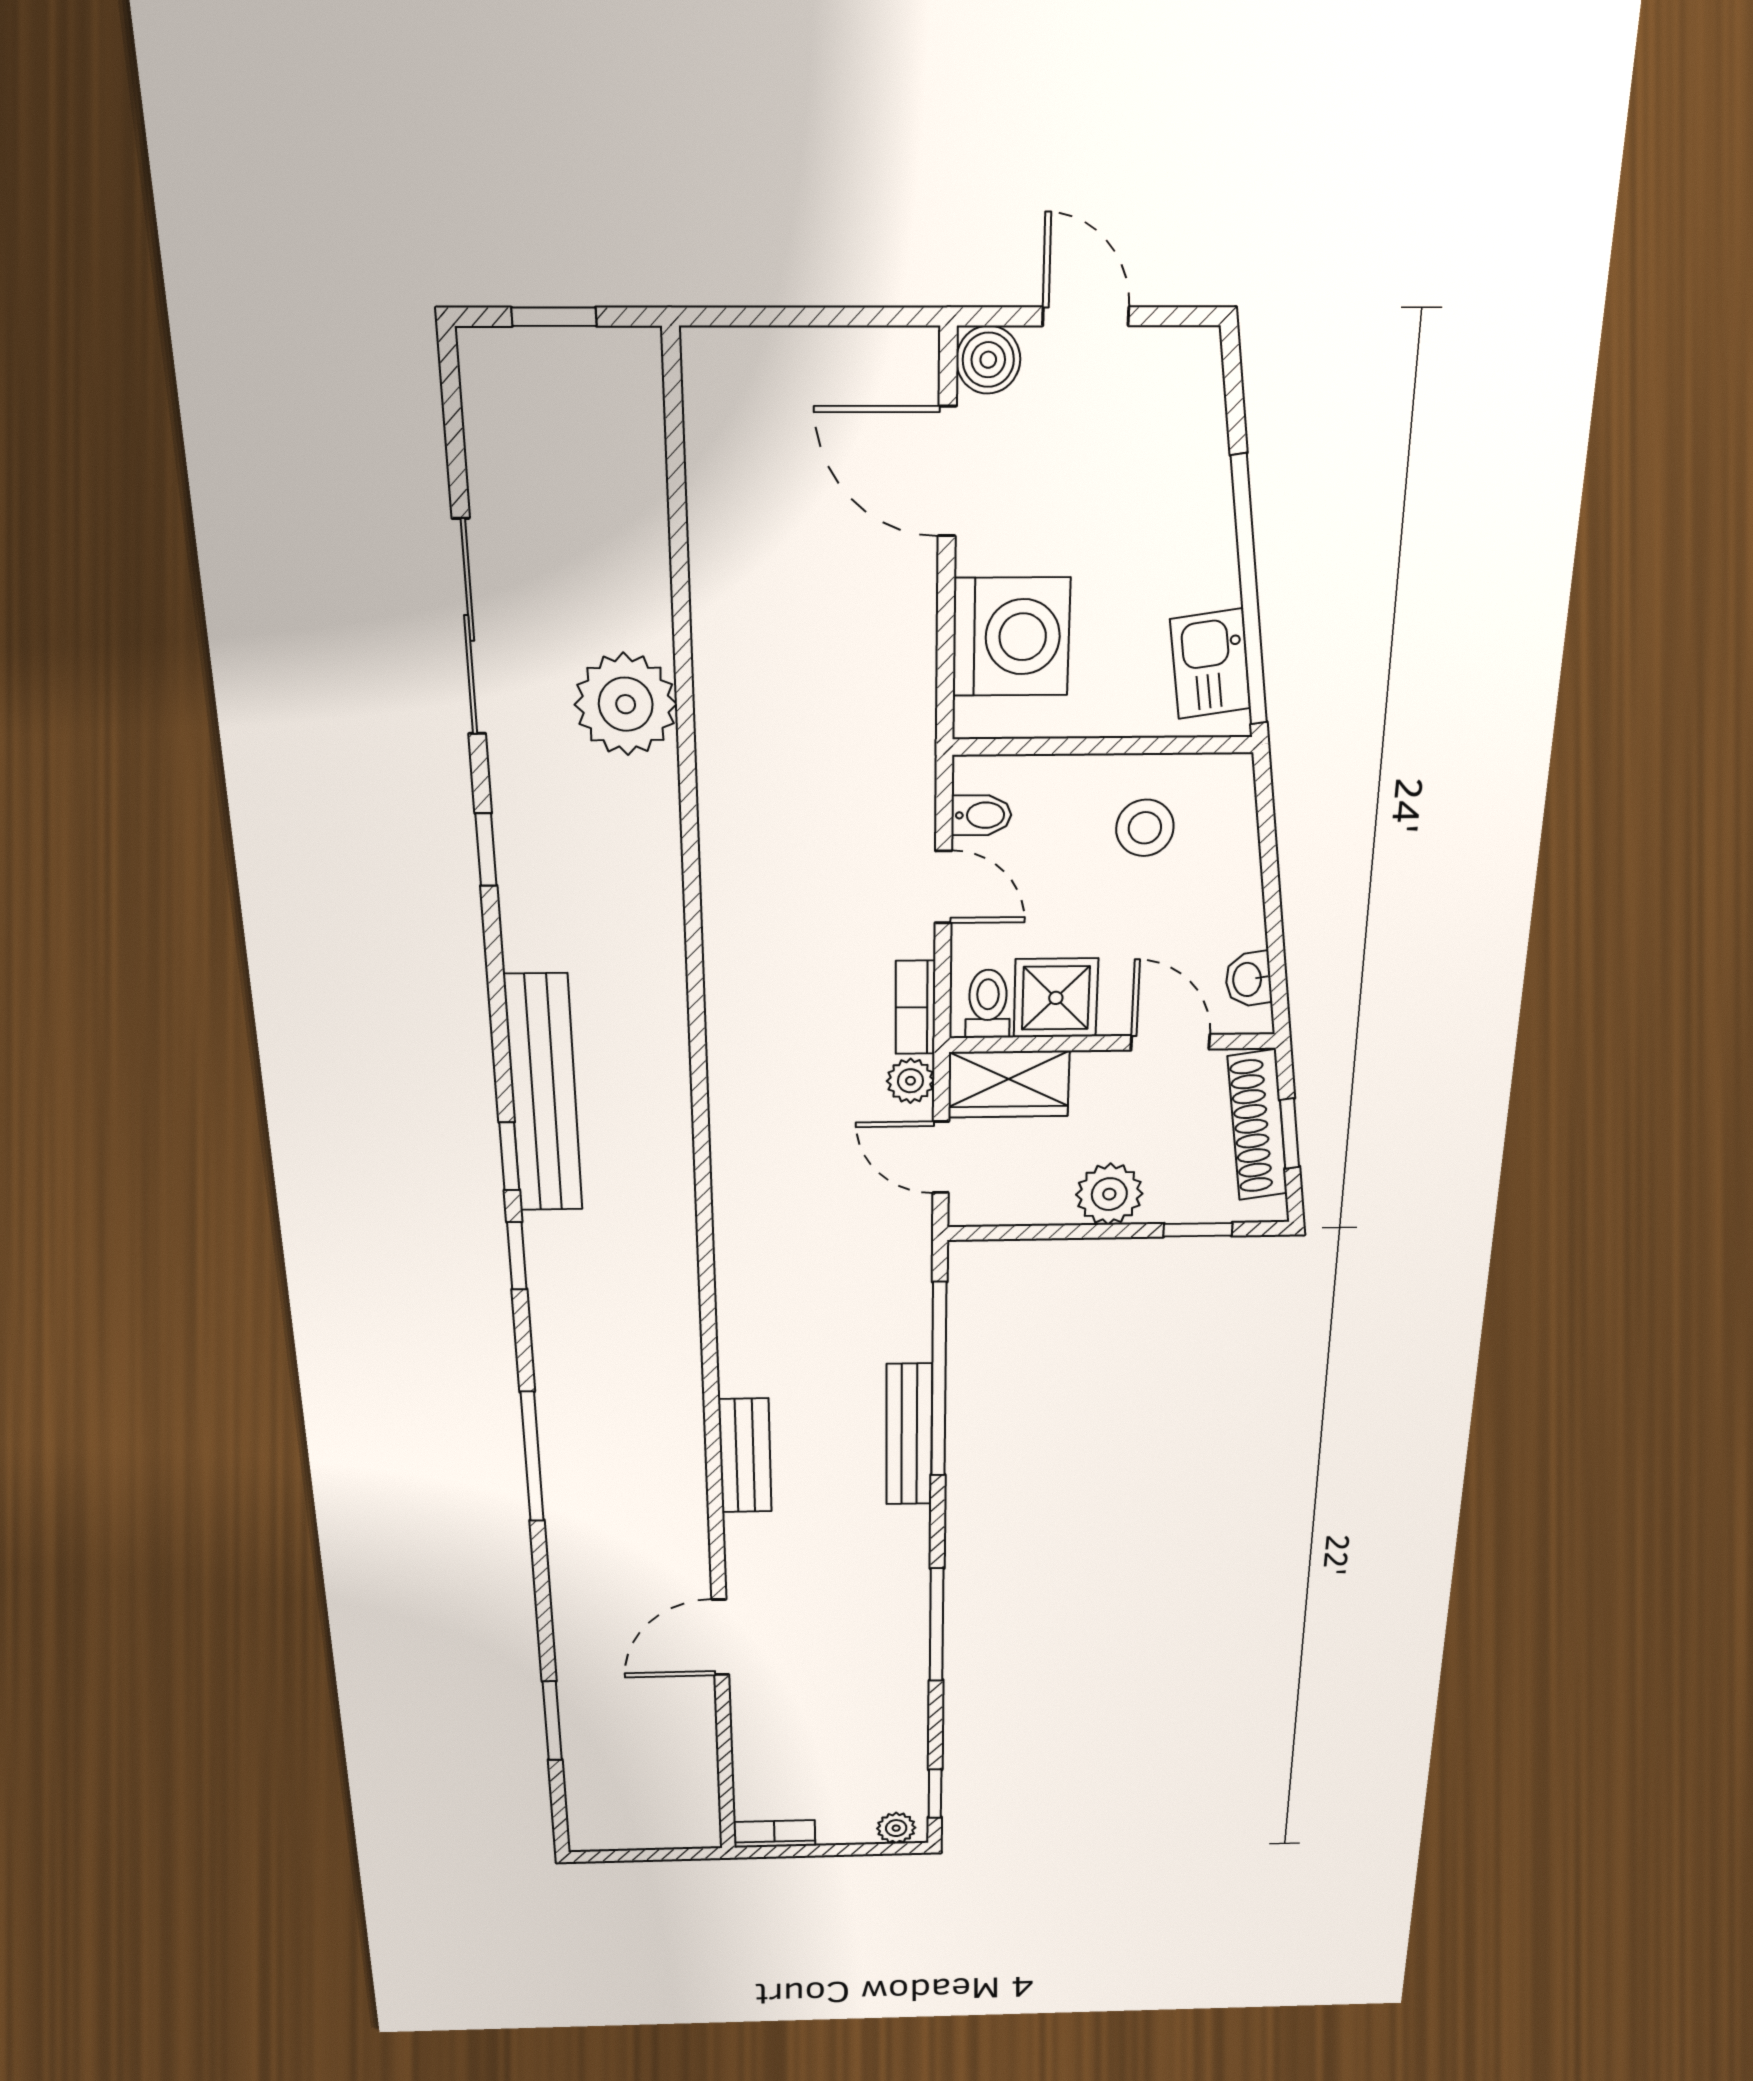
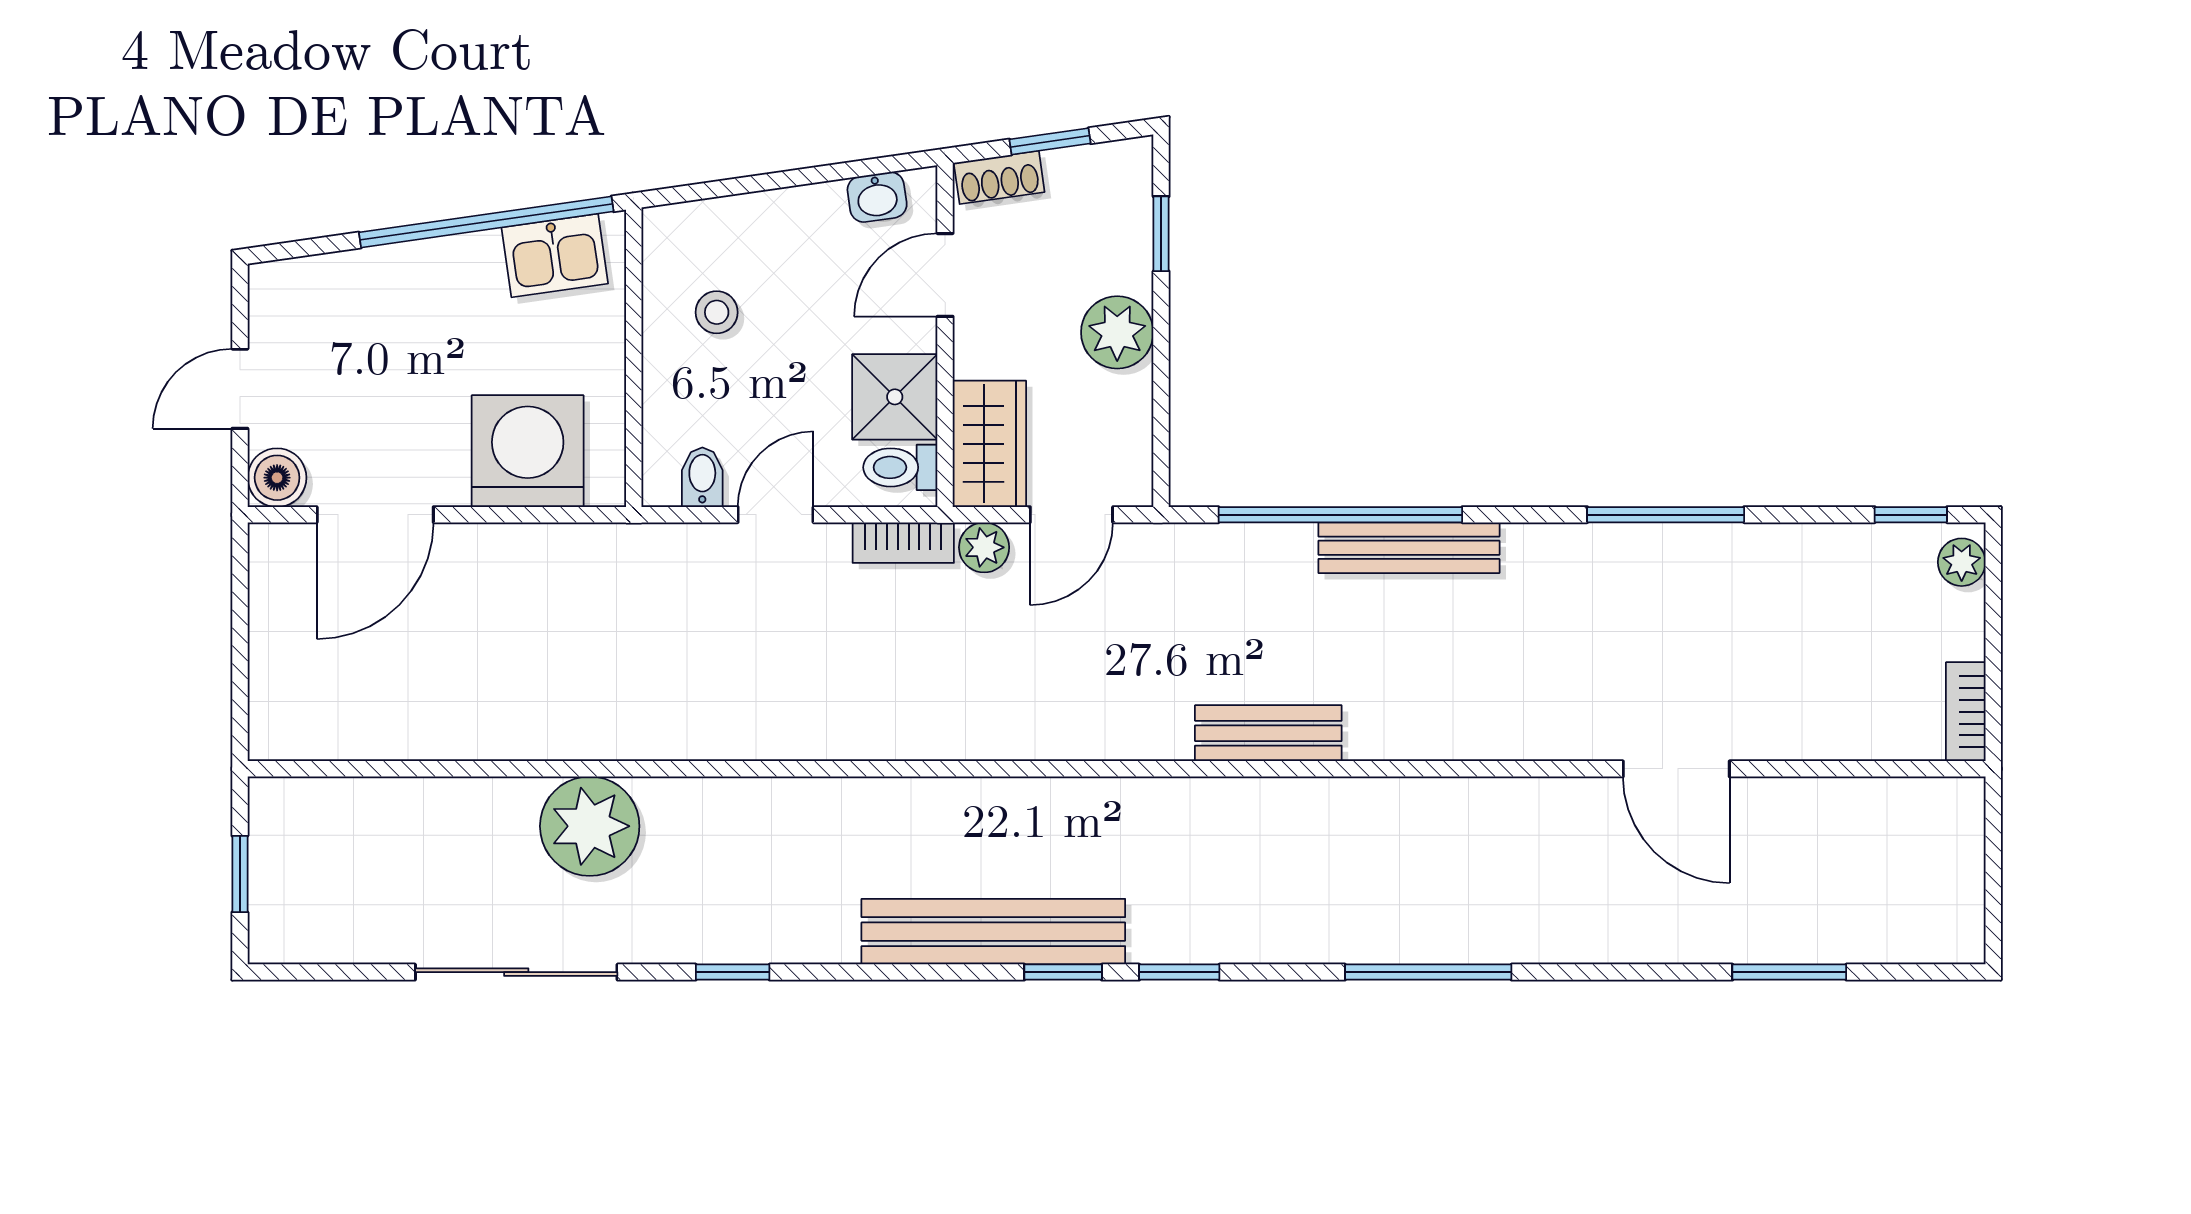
stool: (1145, 828) -> (717, 312), width x0.73, depth x0.73
shoe rack: (1258, 1125) -> (999, 177), width x0.51, depth x0.81
bench: (745, 1456) -> (1268, 733), moved

